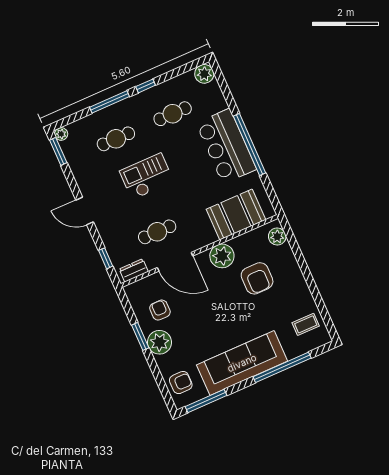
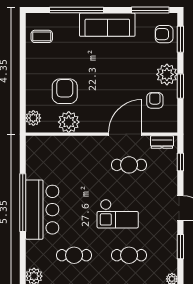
window: (58, 151) -> (180, 247), moved
booth: (236, 214) -> (59, 151), removed
plant: (222, 256) -> (69, 122), moved
door: (175, 262) -> (125, 134), hinge flipped
armchair: (160, 310) -> (155, 100), turned 180
sofa: (242, 363) -> (107, 25), width x0.74, depth x0.79
window: (162, 385) -> (180, 39), added

